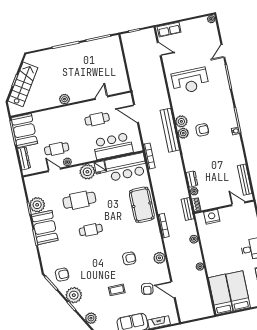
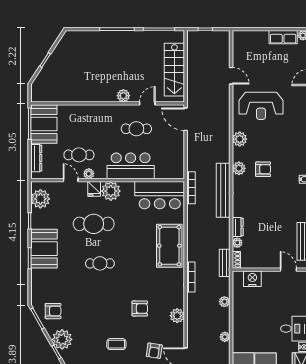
row of seats: (169, 30) -> (283, 37), moved
door: (159, 49) -> (231, 76), moved
stairs: (23, 84) -> (174, 70), moved, turned 147
plant: (65, 99) -> (123, 96), moved
door: (136, 114) -> (186, 119), moved
plant: (181, 121) -> (240, 139), moved
bench: (170, 130) -> (223, 190), moved
bar counter: (113, 146) -> (131, 166), moved
fridge: (100, 167) -> (94, 189), moved
plant: (37, 205) -> (40, 199), moved

